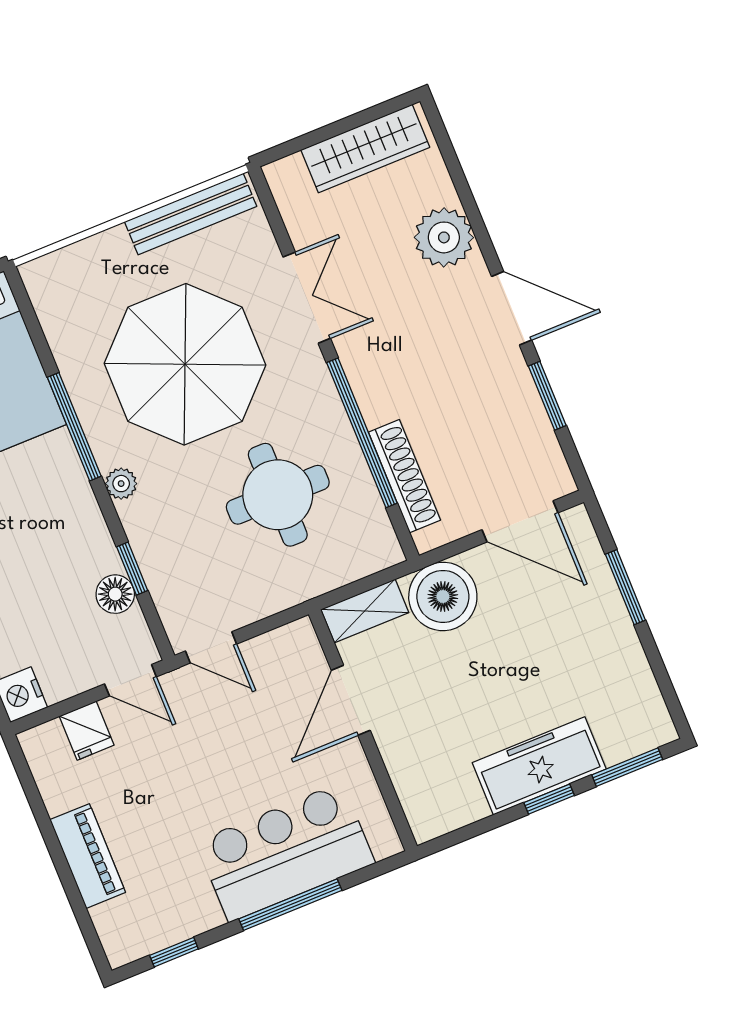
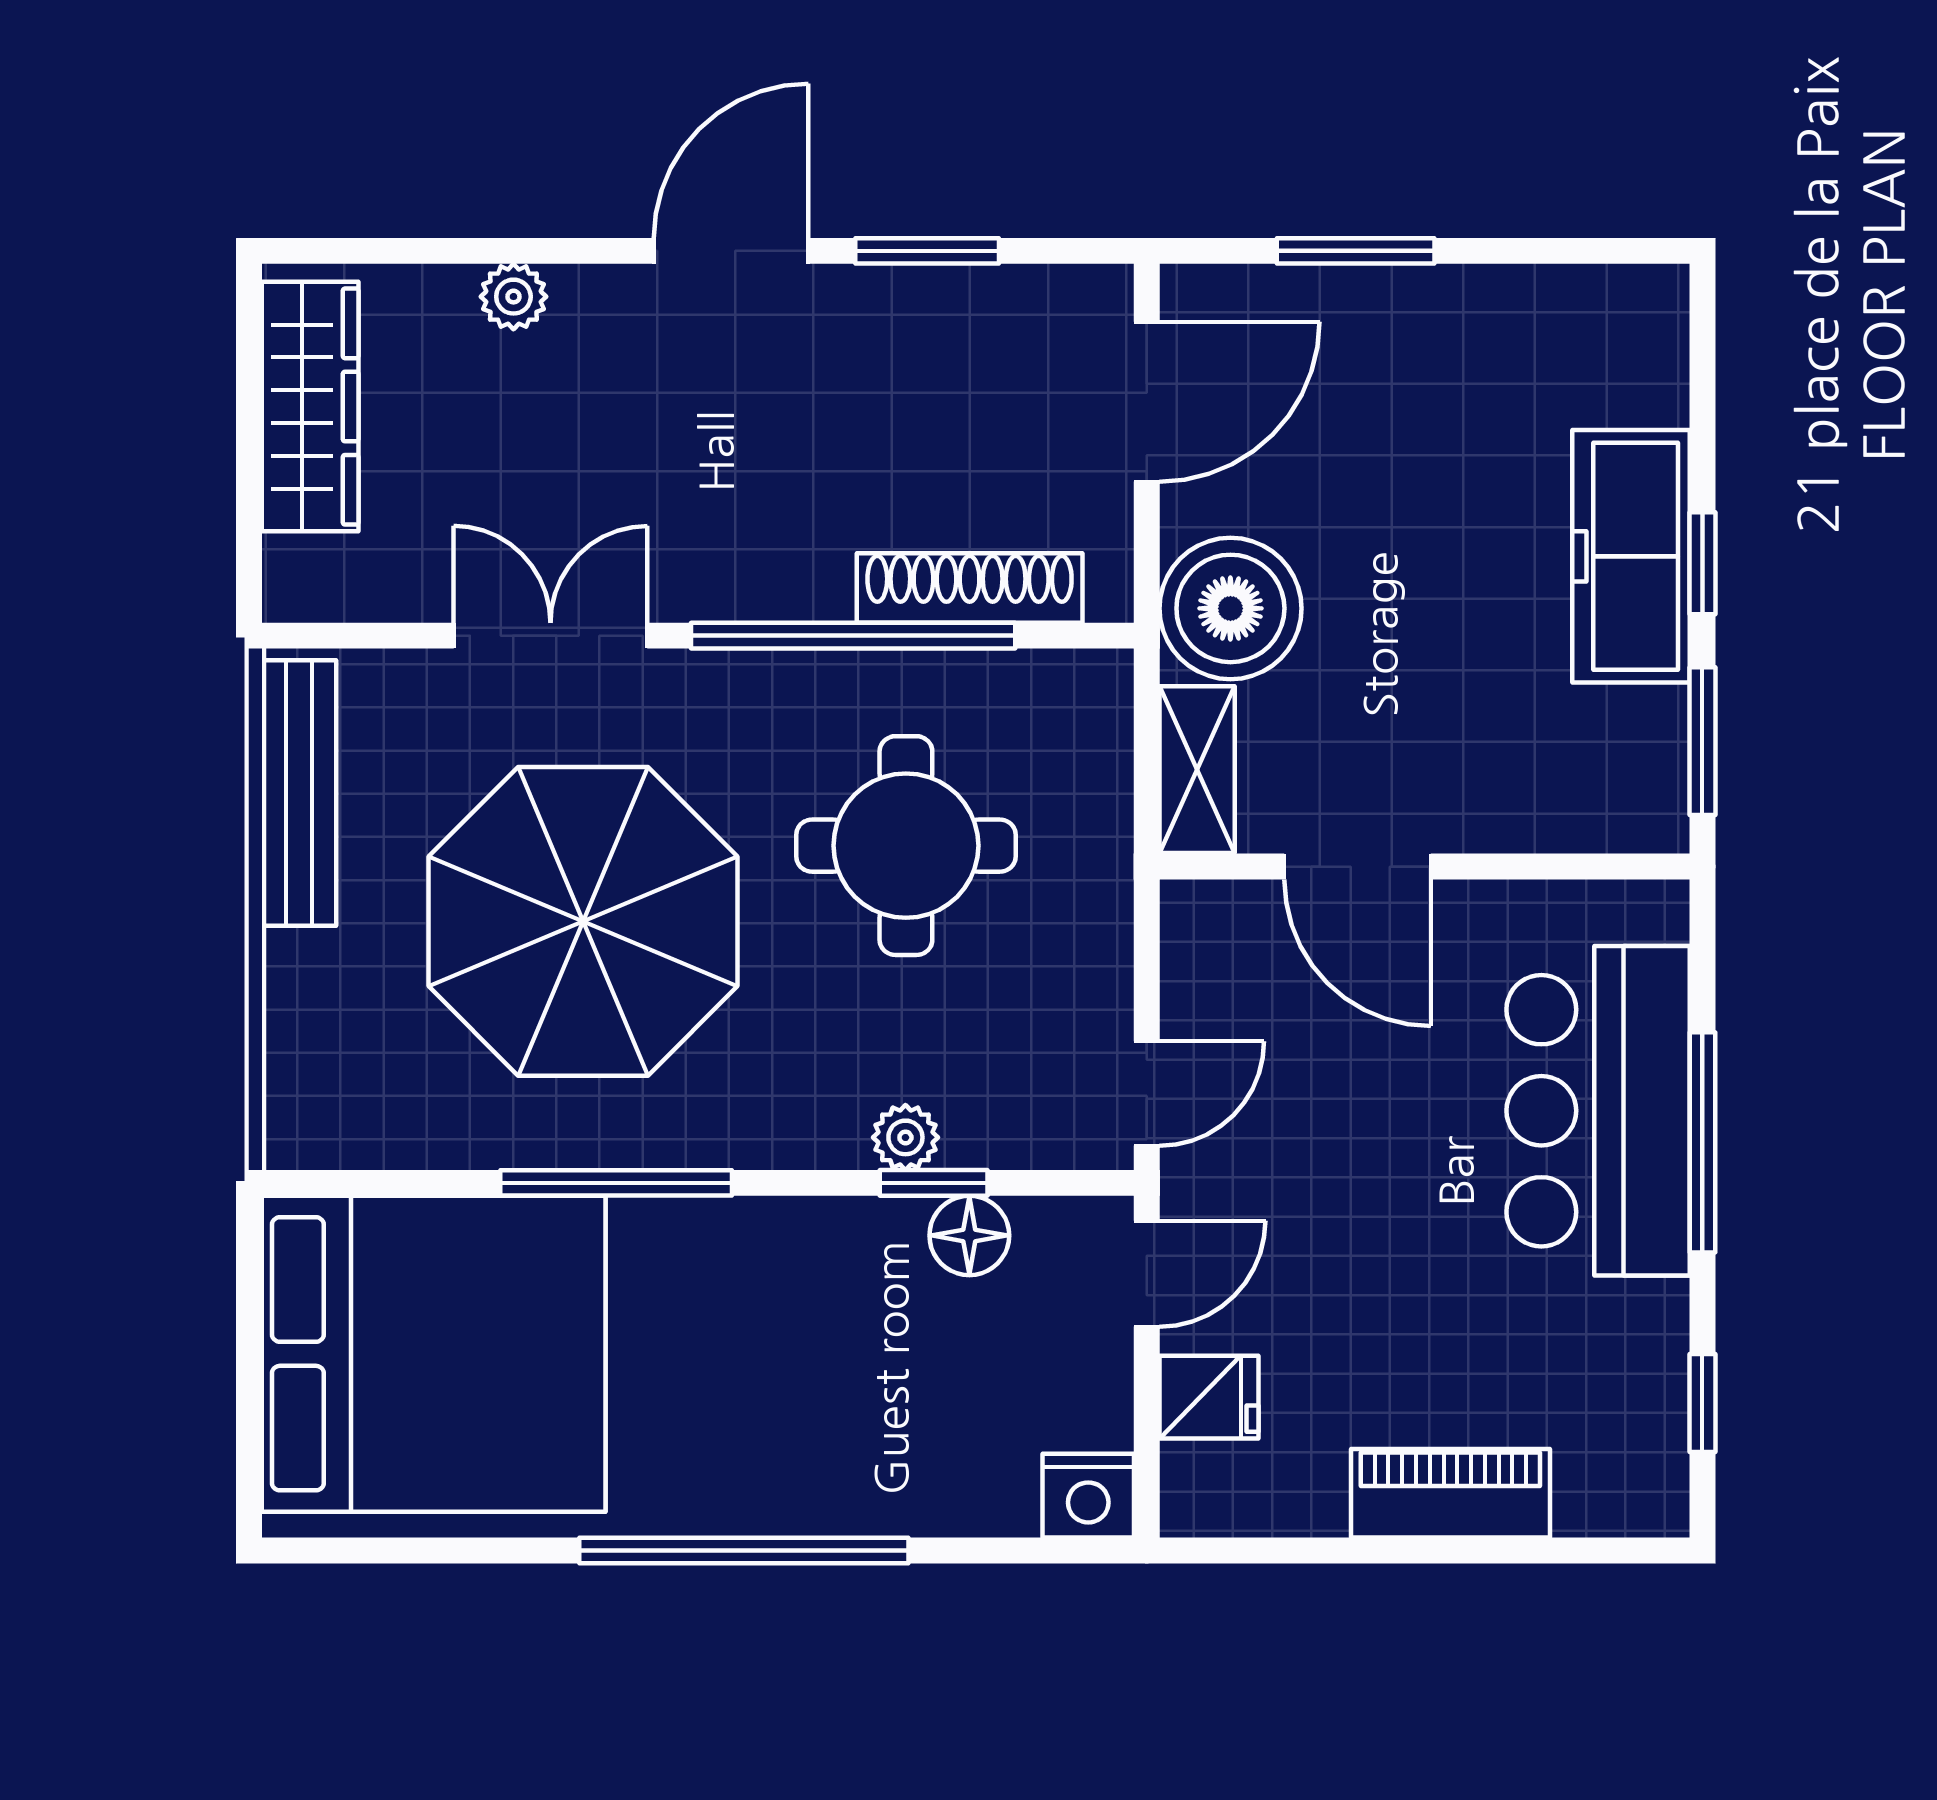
plant: (444, 237) -> (513, 297), width x0.53, depth x0.53
plant: (121, 484) -> (905, 1137), moved
window: (627, 767) -> (1702, 741), moved

